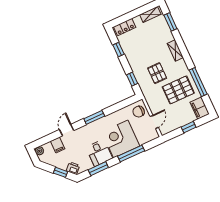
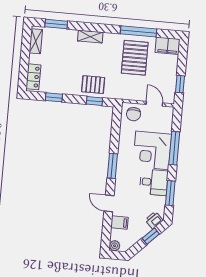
pallet: (157, 73) -> (93, 85), moved
window: (189, 127) -> (180, 84), moved

